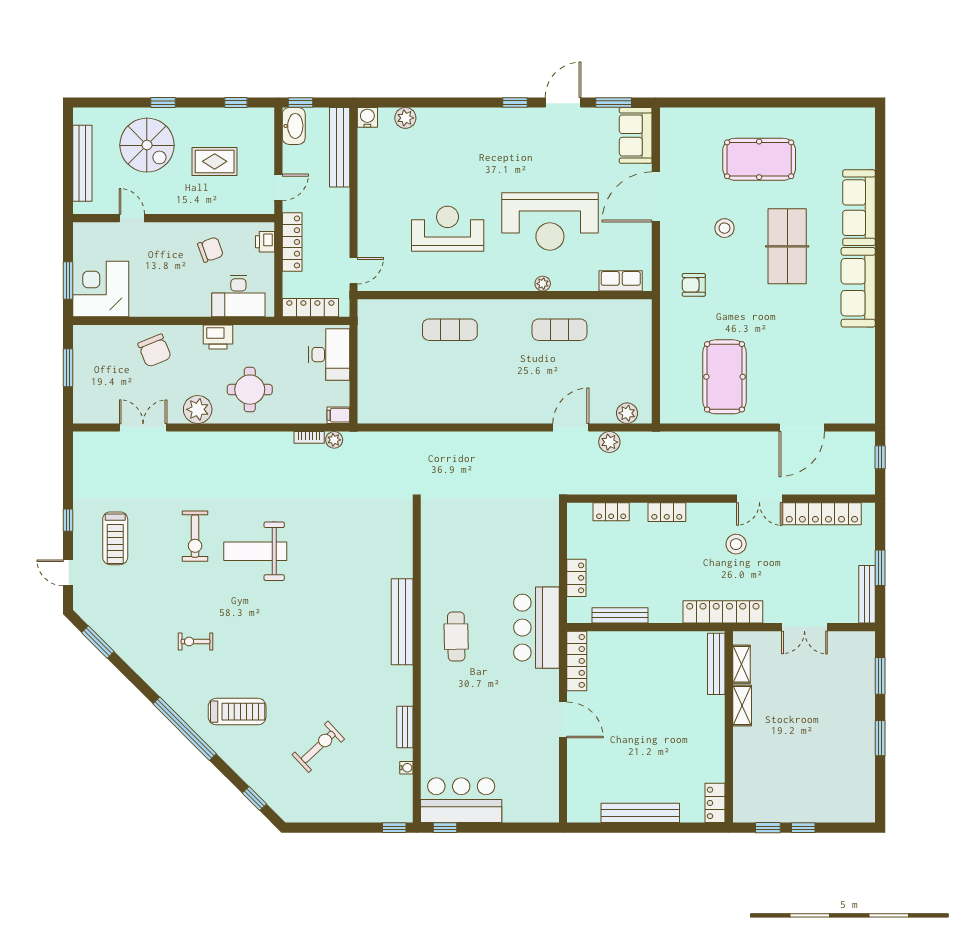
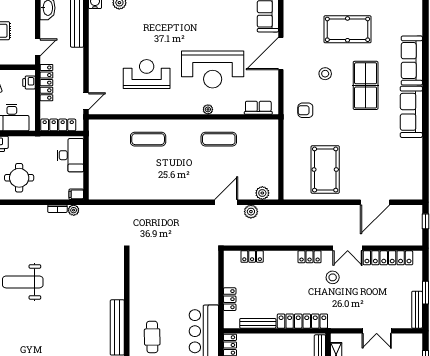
locker: (667, 512) -> (310, 257), moved
locker: (723, 612) -> (302, 321), moved

